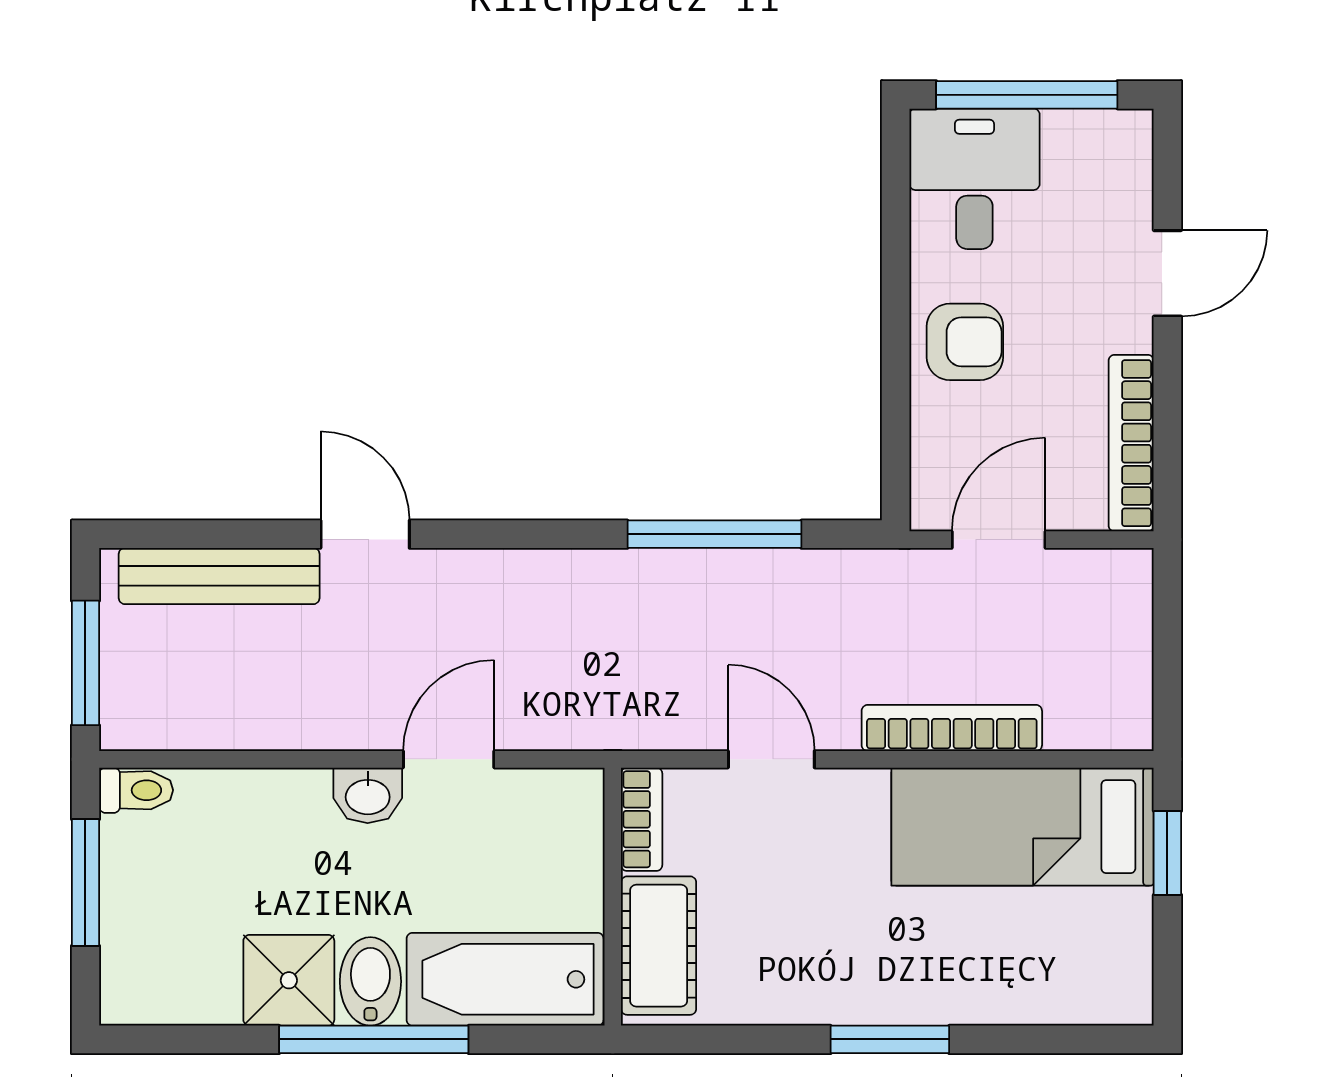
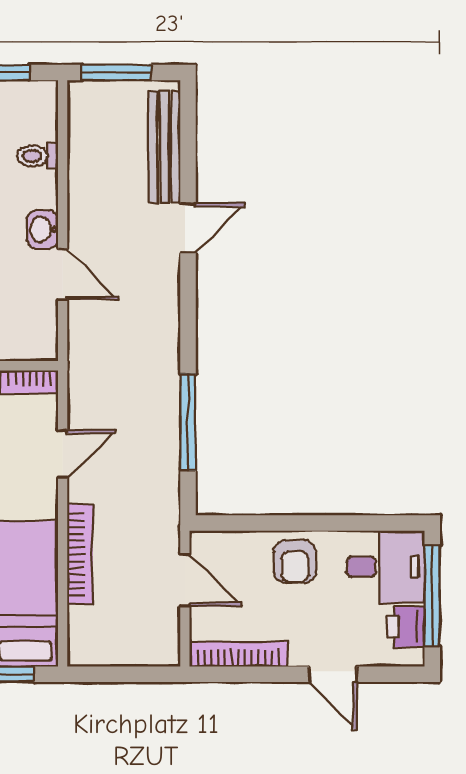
printer: (1082, 142) -> (406, 627), added
toilet: (136, 790) -> (38, 156), moved, turned 90

